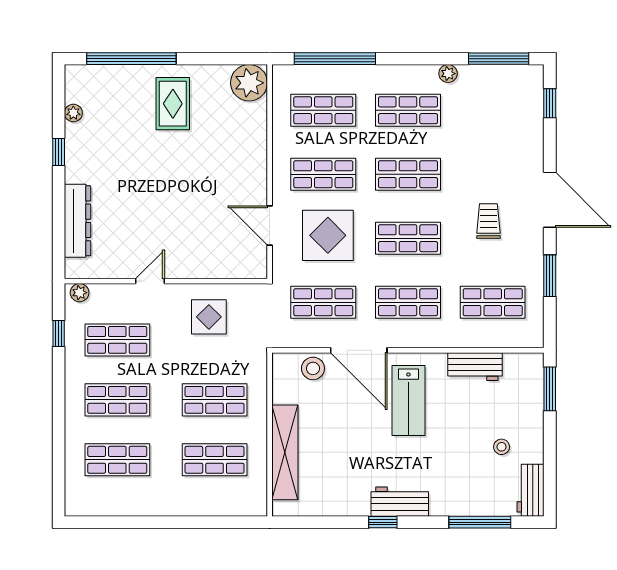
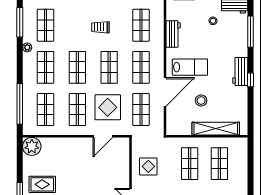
shop shelf: (493, 110) -> (45, 25), added
stool: (313, 368) -> (201, 100), moved

